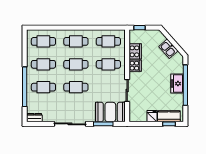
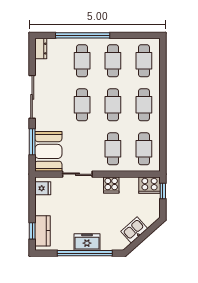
cooker: (135, 51) -> (149, 185), moved
fridge: (152, 116) -> (43, 188), moved

